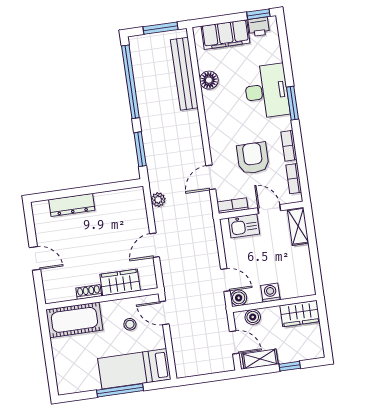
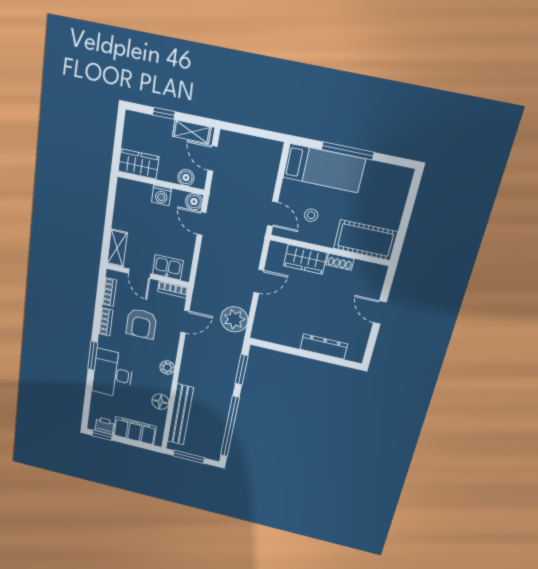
plant: (213, 121) -> (167, 368), added
plant: (158, 200) -> (234, 319), width x1.88, depth x1.88

